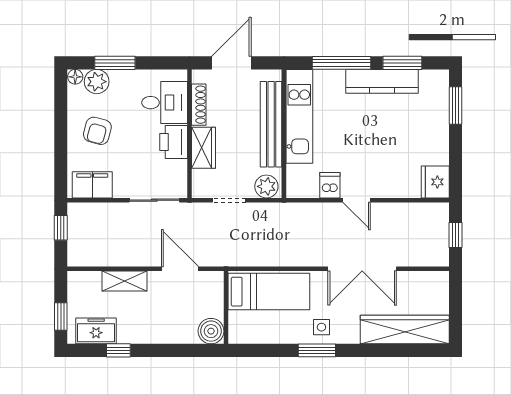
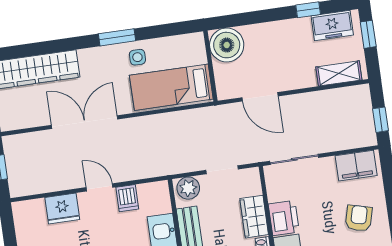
fridge: (435, 182) -> (62, 208), moved, turned 90
shelving: (125, 281) -> (339, 73), moved
side table: (321, 327) -> (137, 57), moved
boiler: (211, 331) -> (227, 45), width x1.37, depth x1.37

